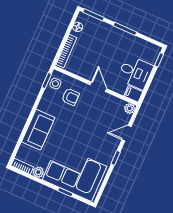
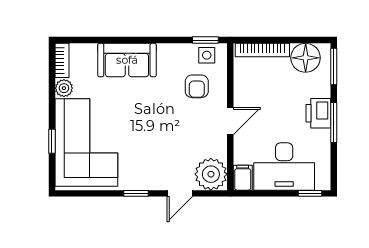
floor lamp: (78, 27) -> (306, 58), width x1.89, depth x1.89
printer: (116, 35) -> (318, 113), added
desk: (135, 72) -> (284, 167), width x1.37
plant: (130, 109) -> (211, 174), width x1.88, depth x1.88
door: (126, 133) -> (180, 193), swing flipped

